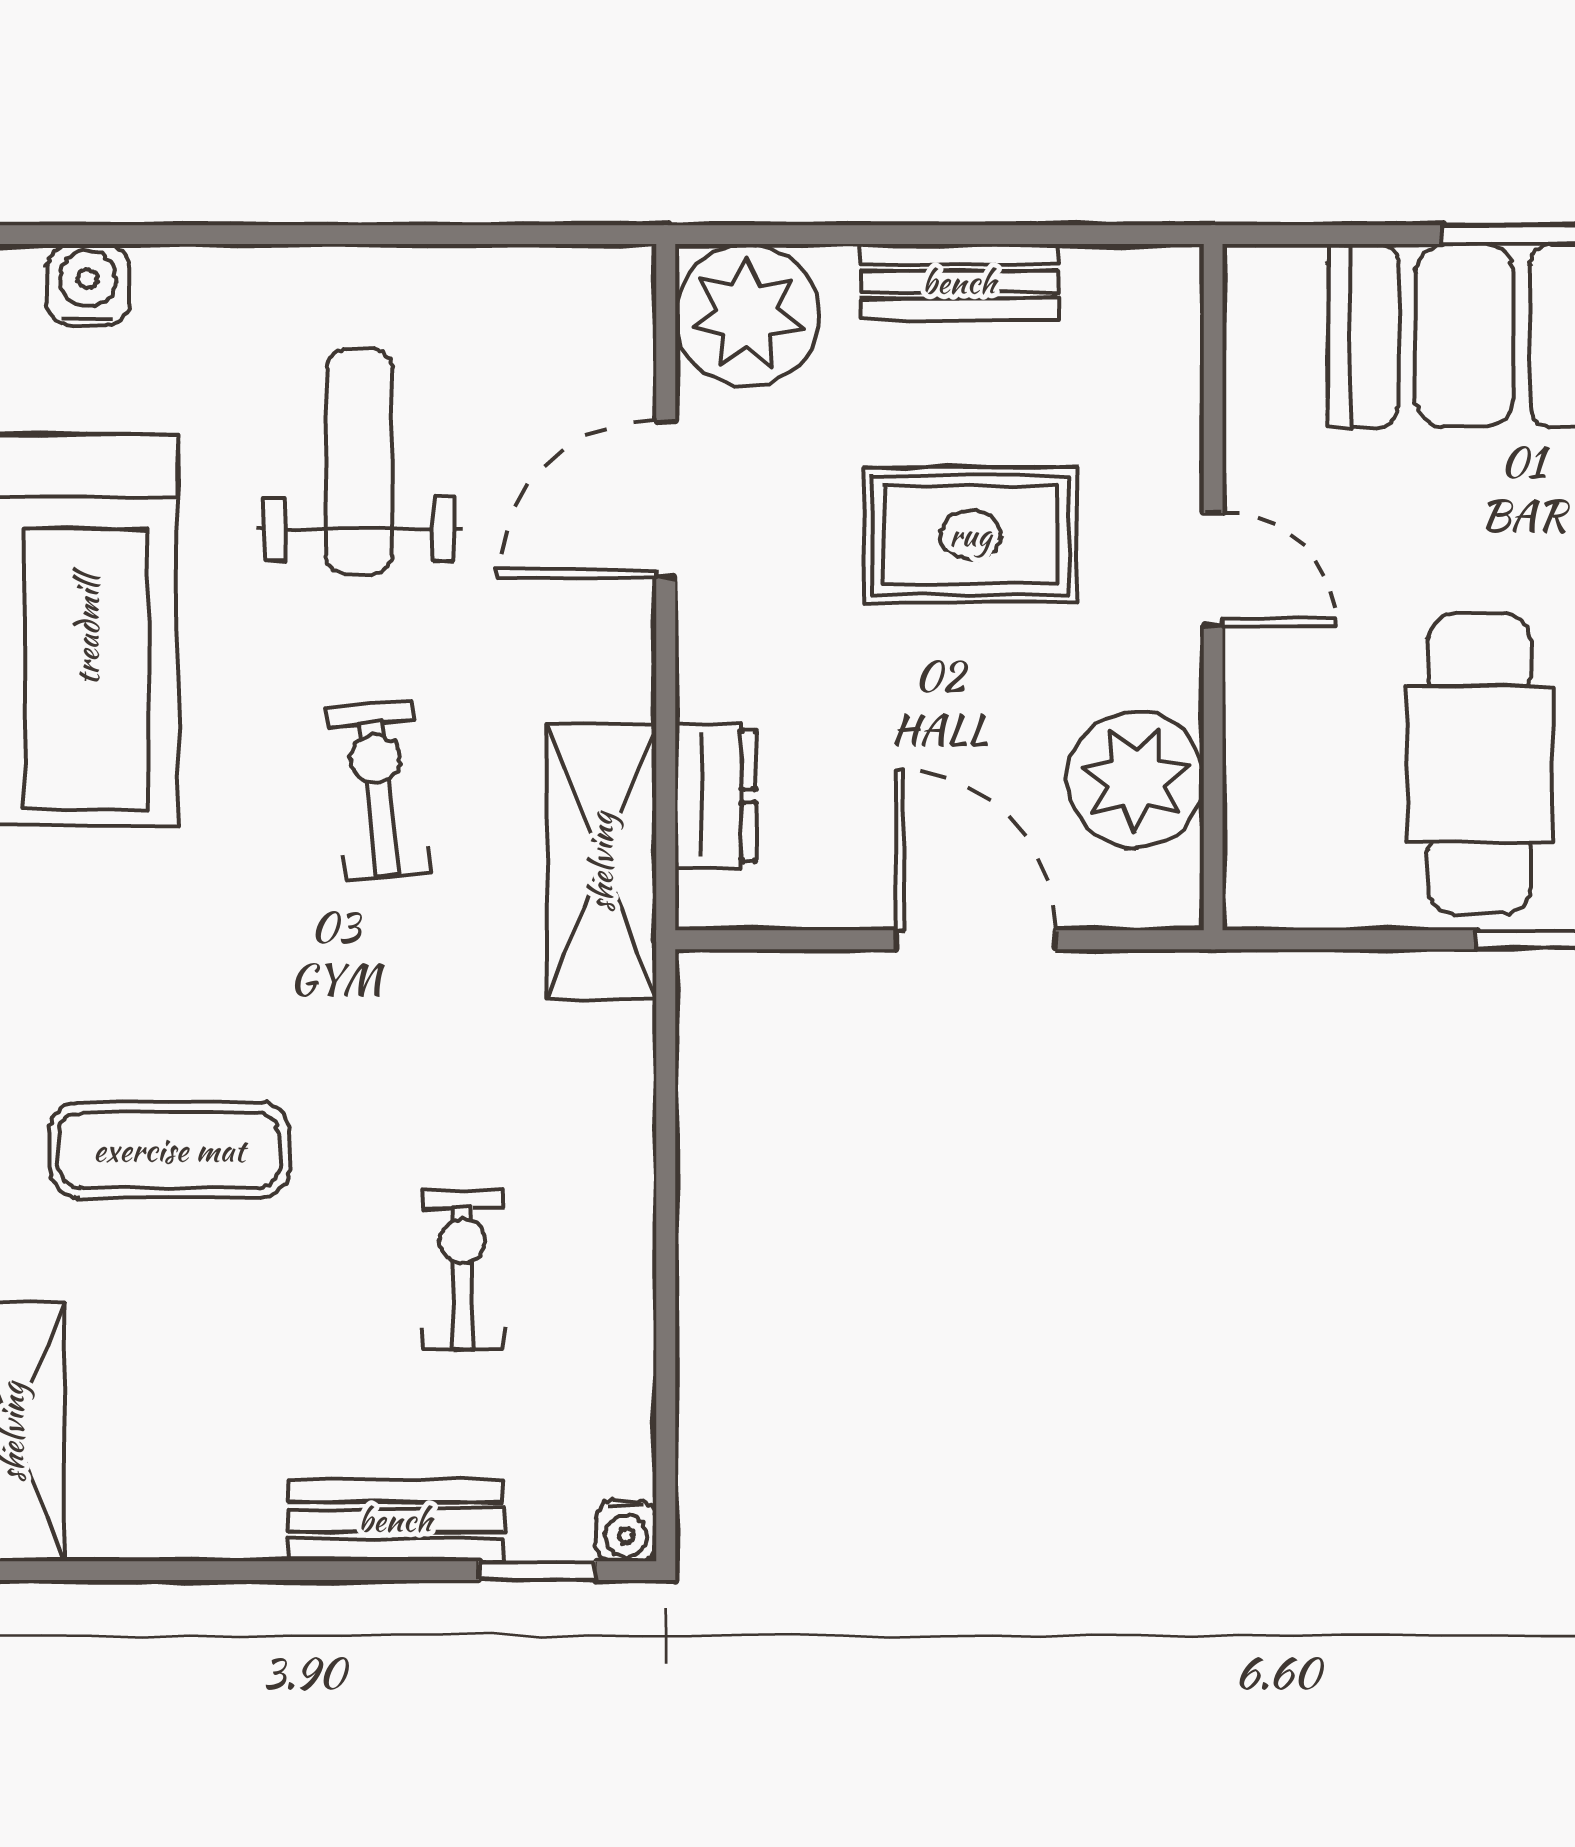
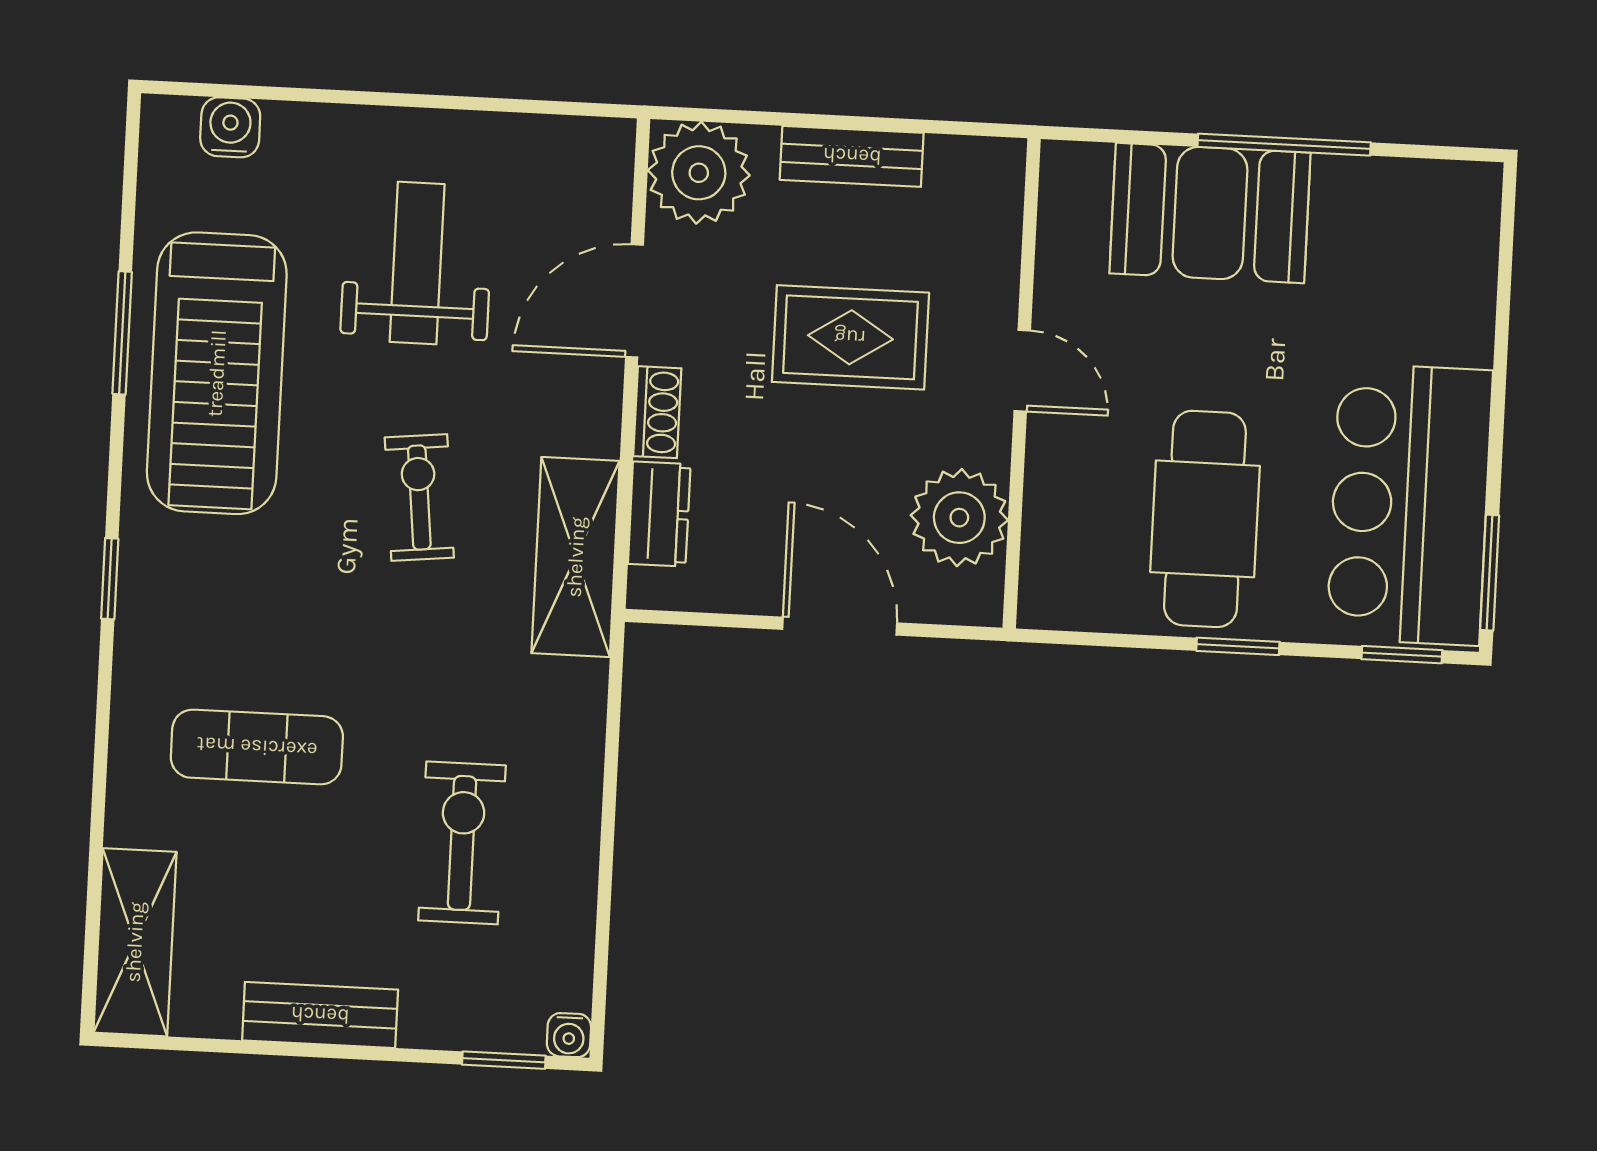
shoe rack: (706, 653) -> (657, 412), added
exercise bike: (463, 1270) -> (462, 843), width x1.38, depth x1.39
bench: (395, 1520) -> (320, 1015), moved

